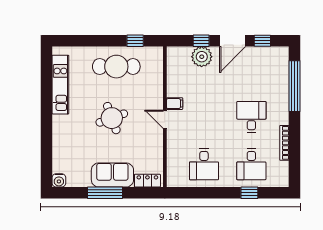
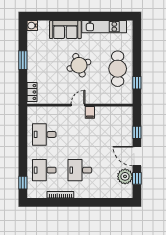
plant: (202, 57) -> (125, 176), moved
window: (294, 86) -> (103, 202), removed
desk: (251, 117) -> (80, 170), turned 180
sofa: (112, 175) -> (65, 30), moved, turned 90
window: (105, 193) -> (23, 60), width x0.69
window: (249, 193) -> (23, 183), moved

